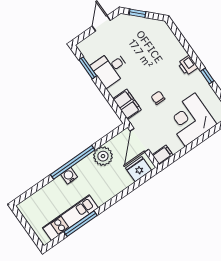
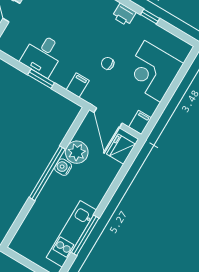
window: (88, 68) -> (41, 79), moved
filing cabinet: (127, 104) -> (78, 85), width x0.50
water cooler: (69, 176) -> (63, 167), moved

